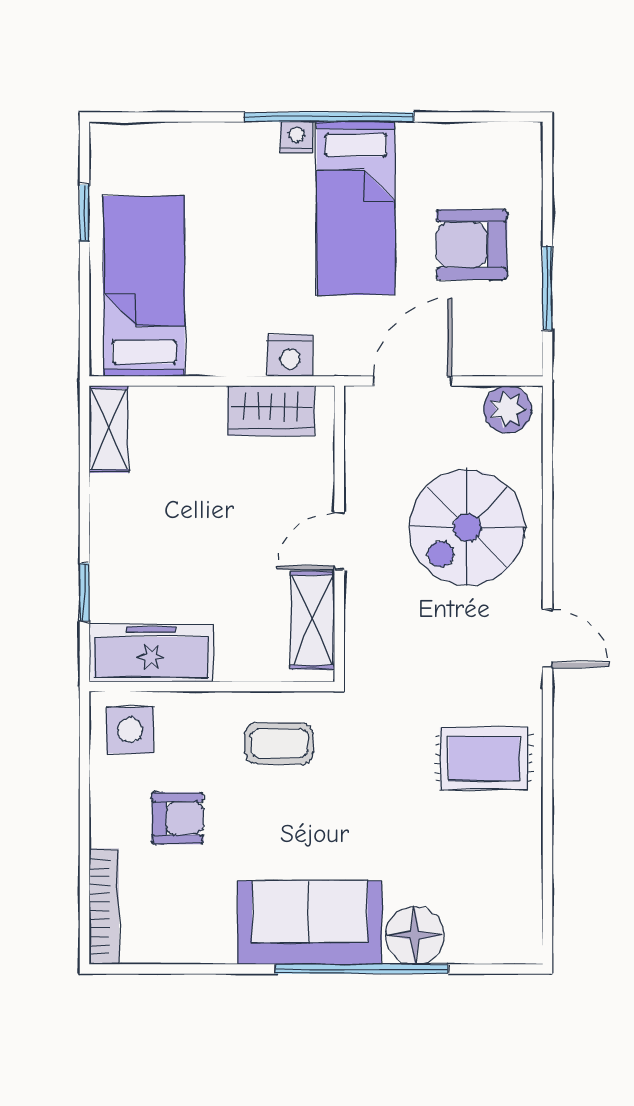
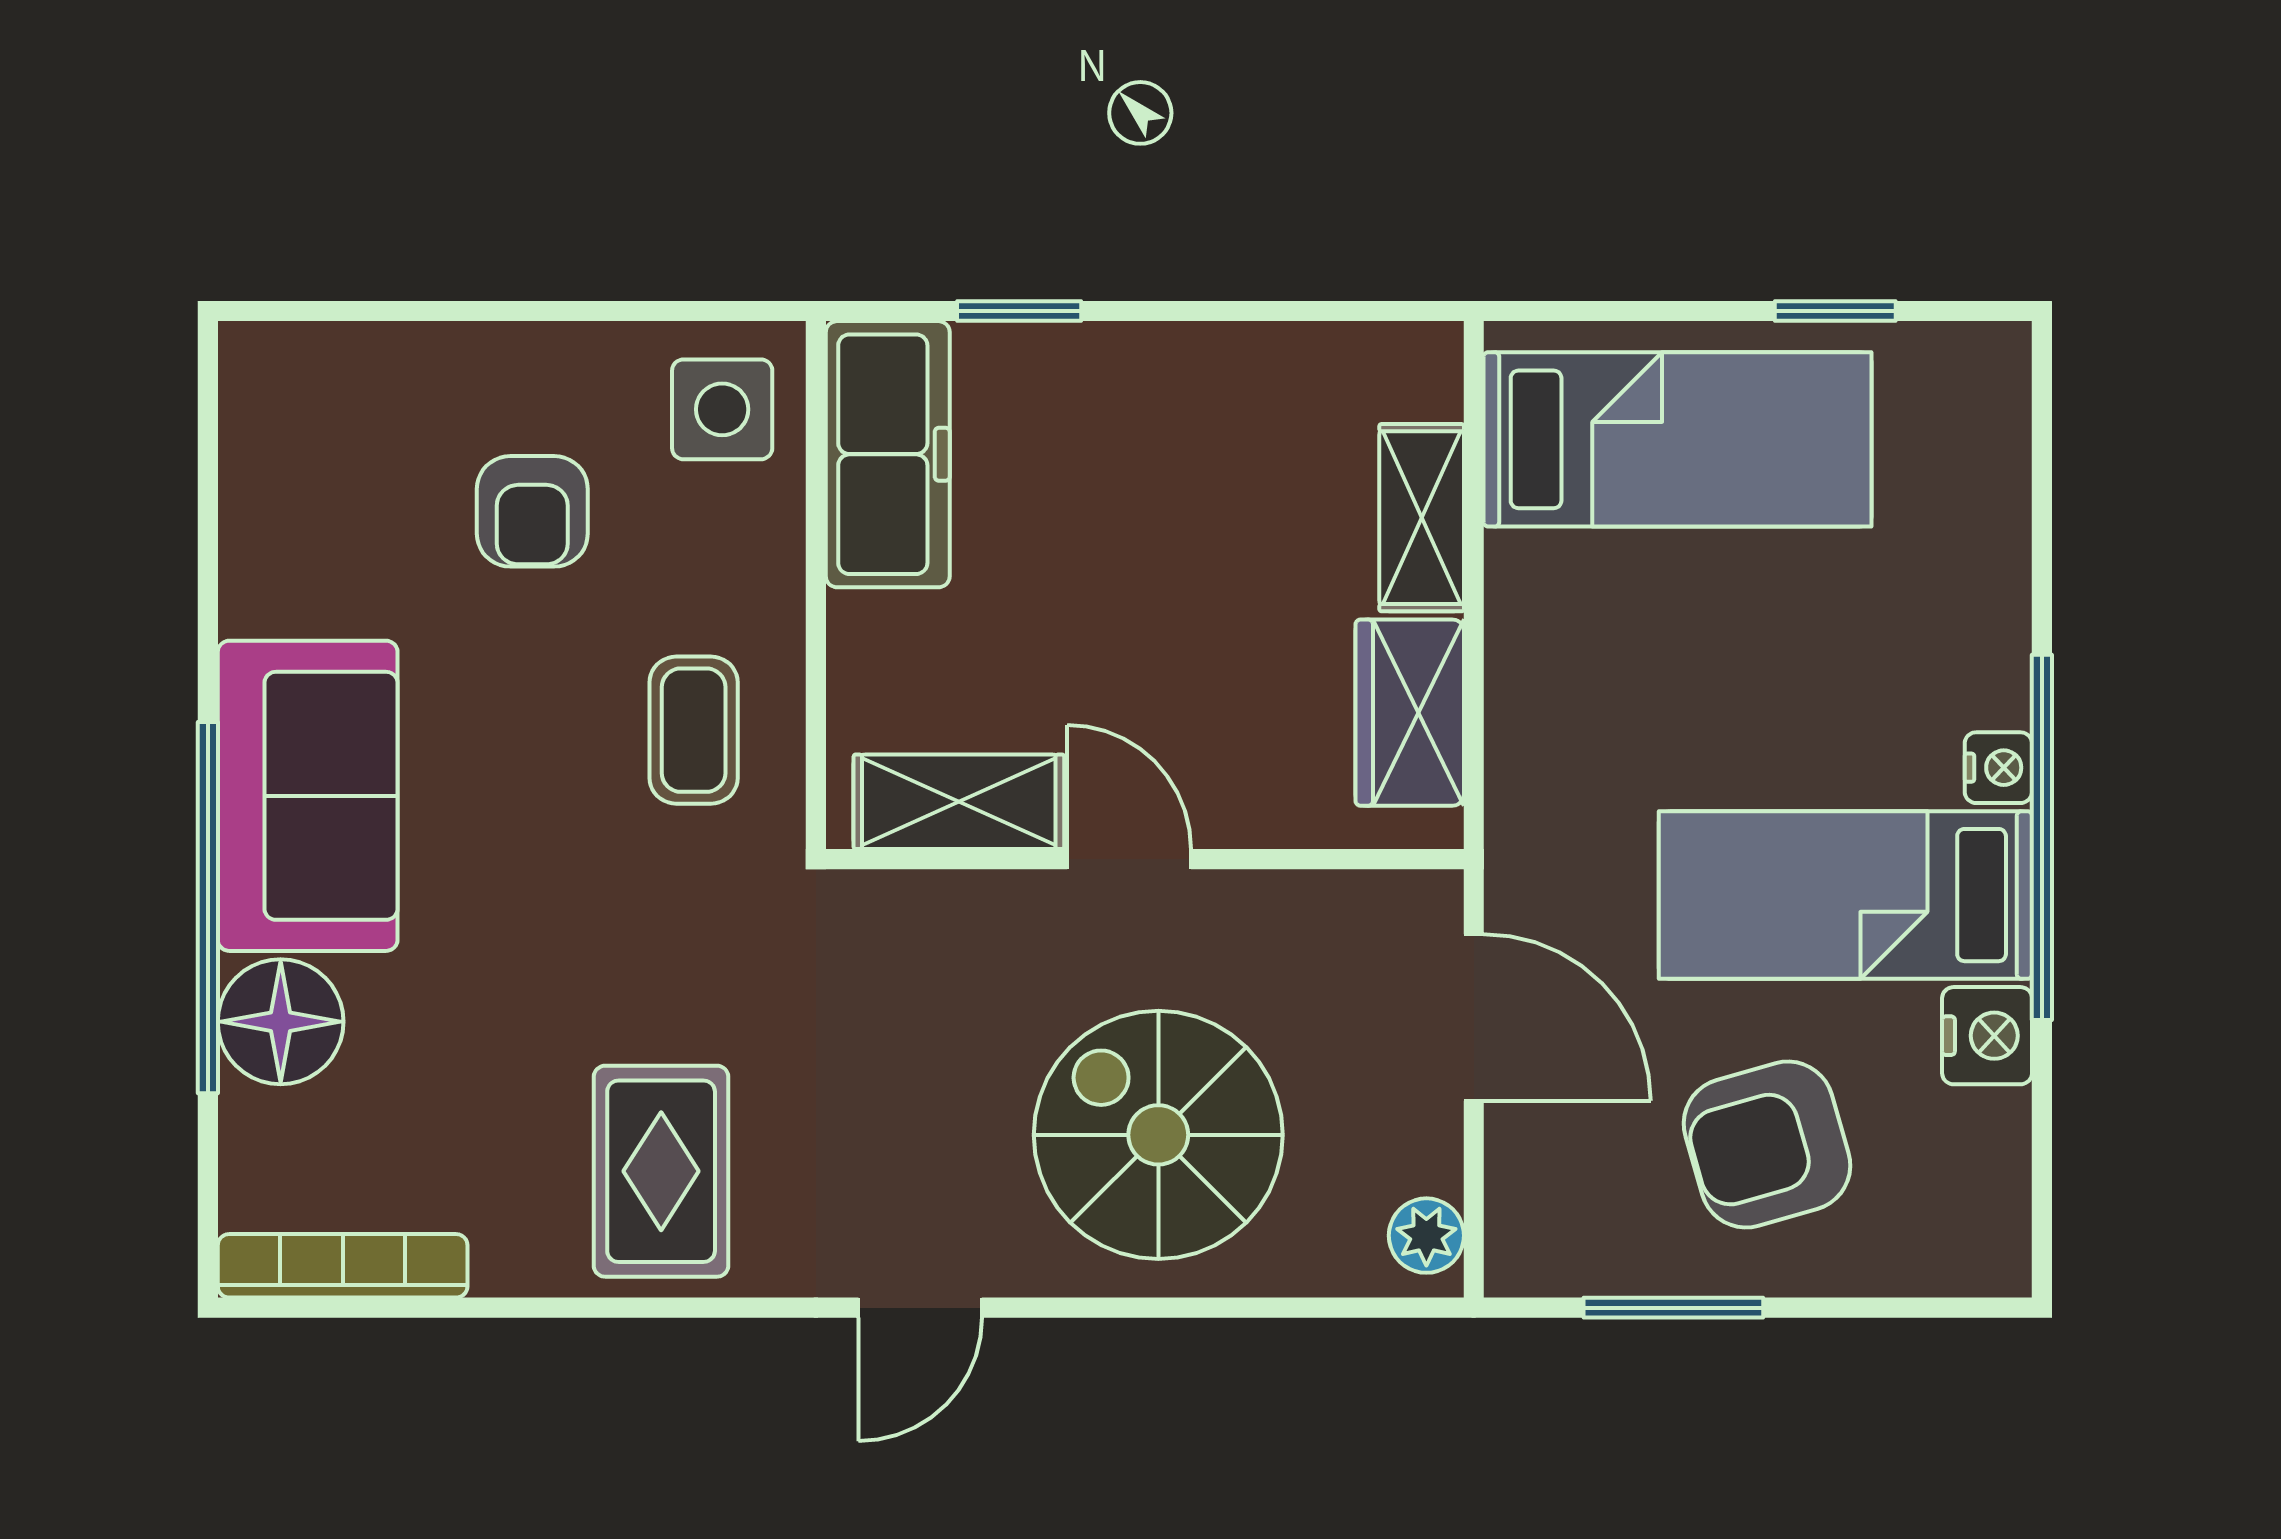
armchair: (472, 245) -> (1767, 1145), turned -106
nightstand: (290, 355) -> (1987, 1036), moved, turned 180
plant: (507, 409) -> (1426, 1236), width x0.73, depth x0.73
shelving: (109, 429) -> (1422, 518), moved, turned 90
bookcase: (104, 906) -> (343, 1266), moved, turned 180

